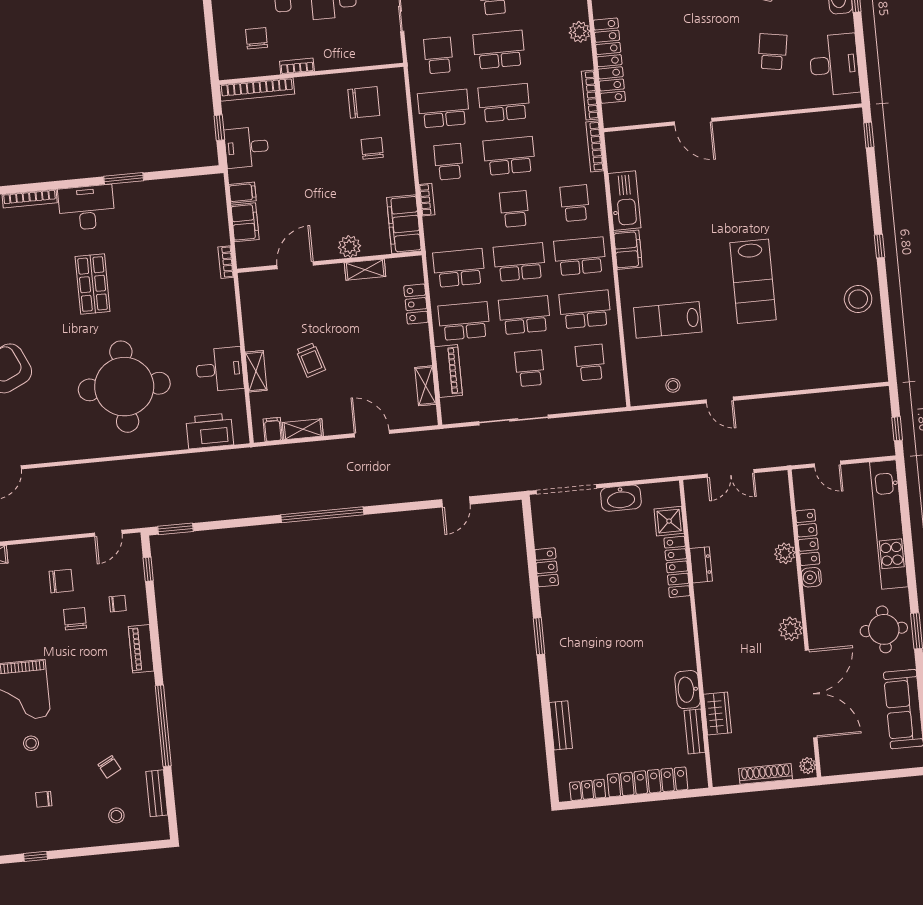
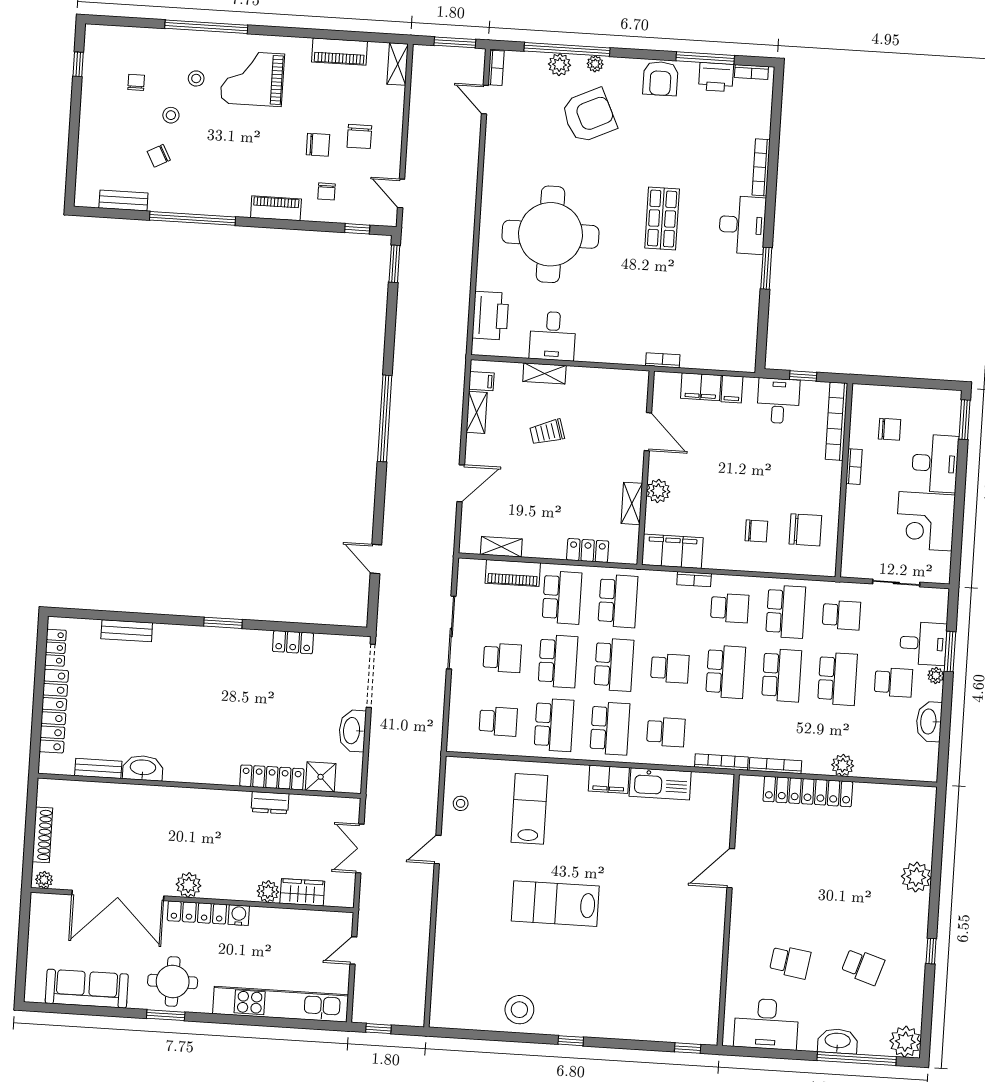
chair: (364, 102) -> (805, 530), turned -90
shop shelf: (93, 284) -> (662, 219), turned 90
locker: (808, 537) -> (197, 913), moved
wardrobe: (717, 713) -> (302, 892), moved, turned 180
stool: (116, 815) -> (171, 115), moved

